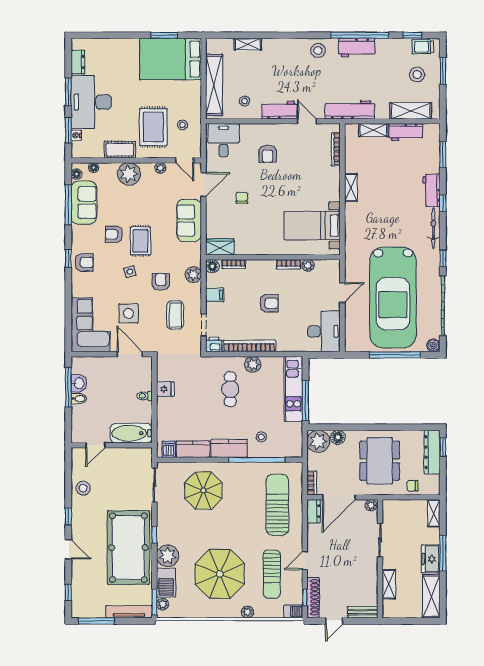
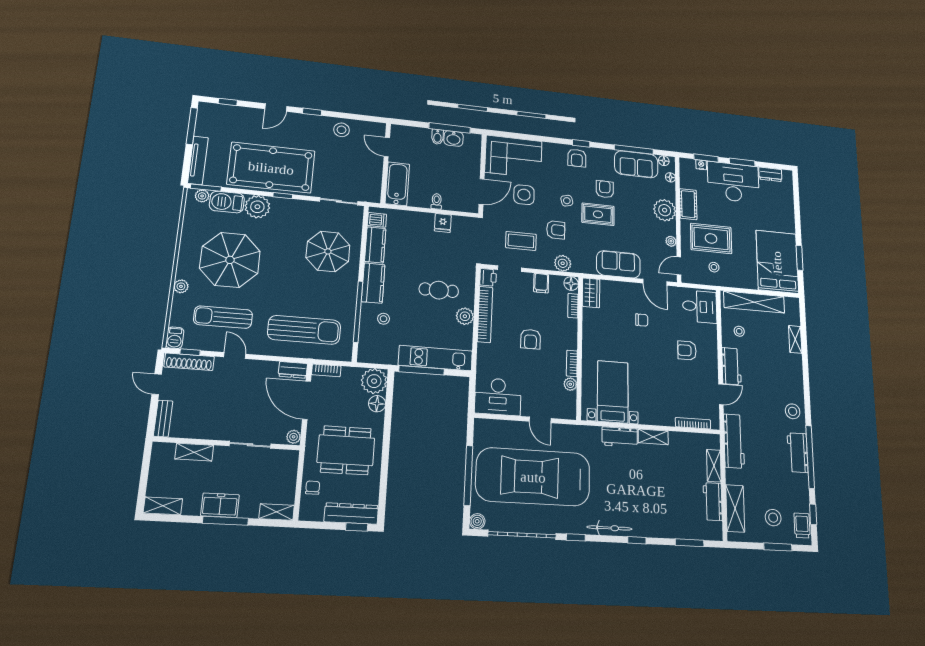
workbench: (432, 190) -> (620, 437), moved, turned 180
shelving: (431, 596) -> (163, 506), width x0.67, depth x0.75

